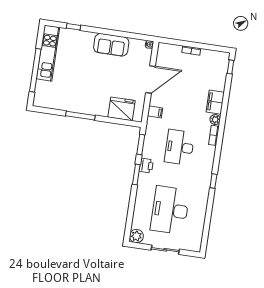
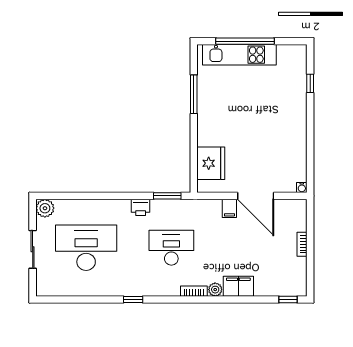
sofa: (111, 45) -> (294, 137), removed
kitchen unit: (48, 53) -> (239, 55), moved
filing cabinet: (155, 112) -> (229, 208), moved
window: (80, 116) -> (194, 94), moved
window: (136, 175) -> (127, 196), removed

